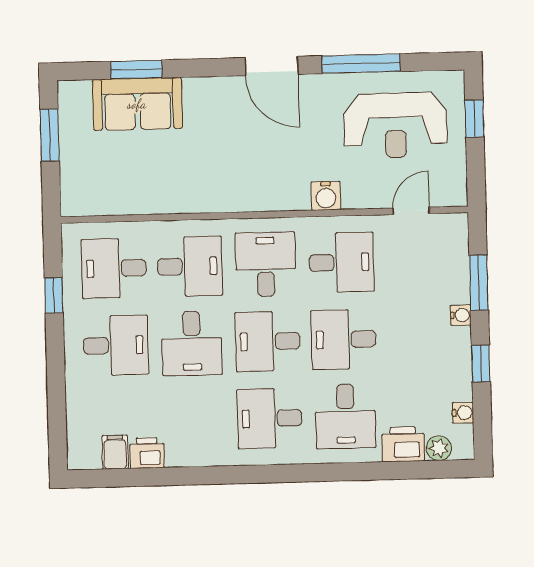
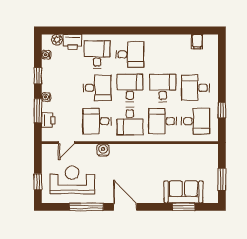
desk: (268, 341) -> (130, 88), turned -90
printer: (147, 453) -> (48, 120), moved, turned -90

